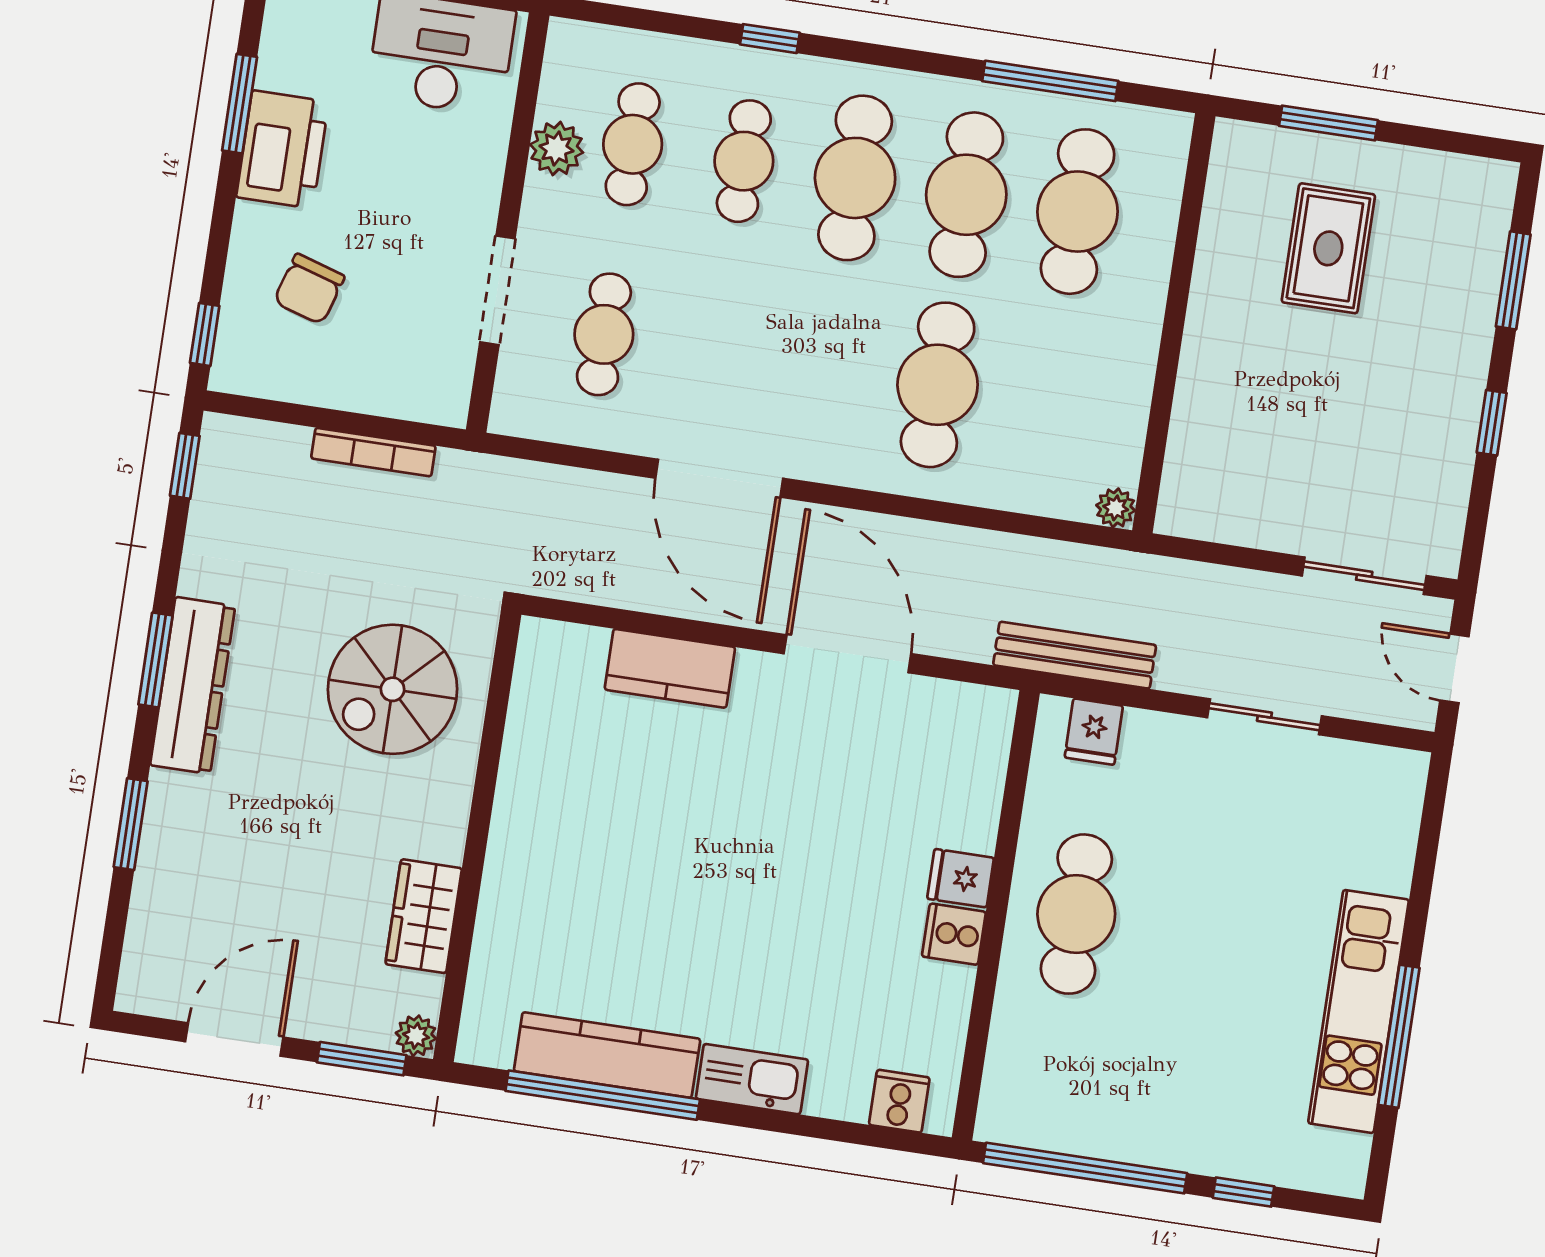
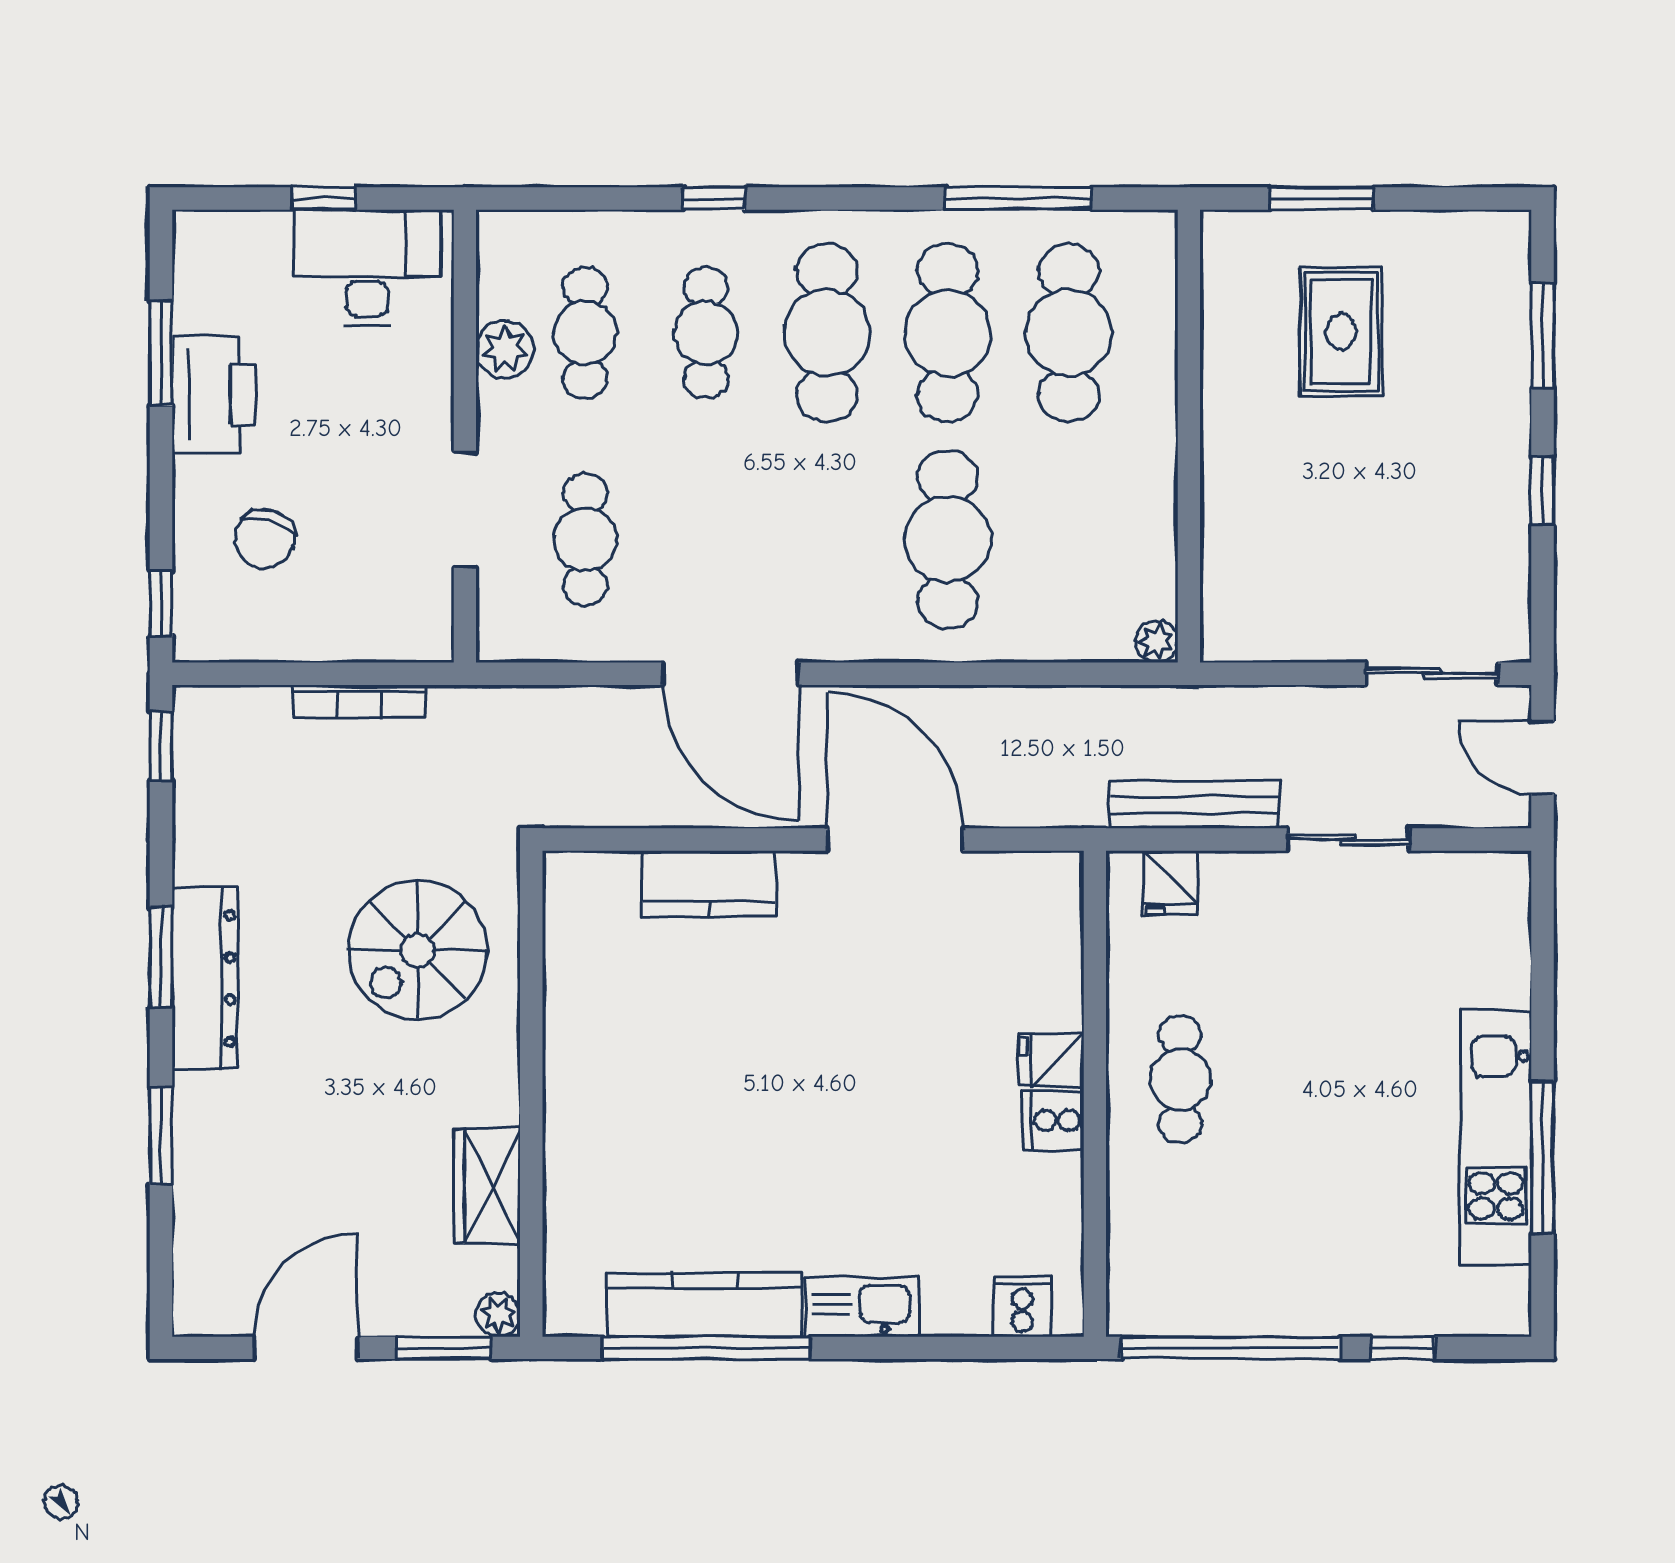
bench: (1075, 655) -> (1195, 805), moved
cafe table: (1076, 914) -> (1180, 1079), width x0.73, depth x0.74

